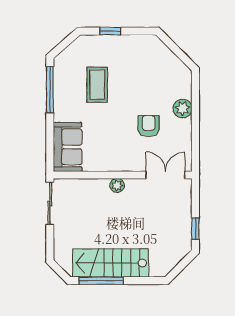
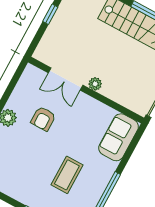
double door: (165, 175) -> (66, 79), moved

